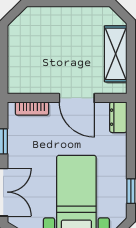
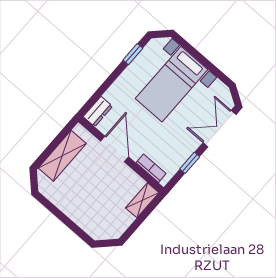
shelving: (16, 75) -> (142, 200), added

